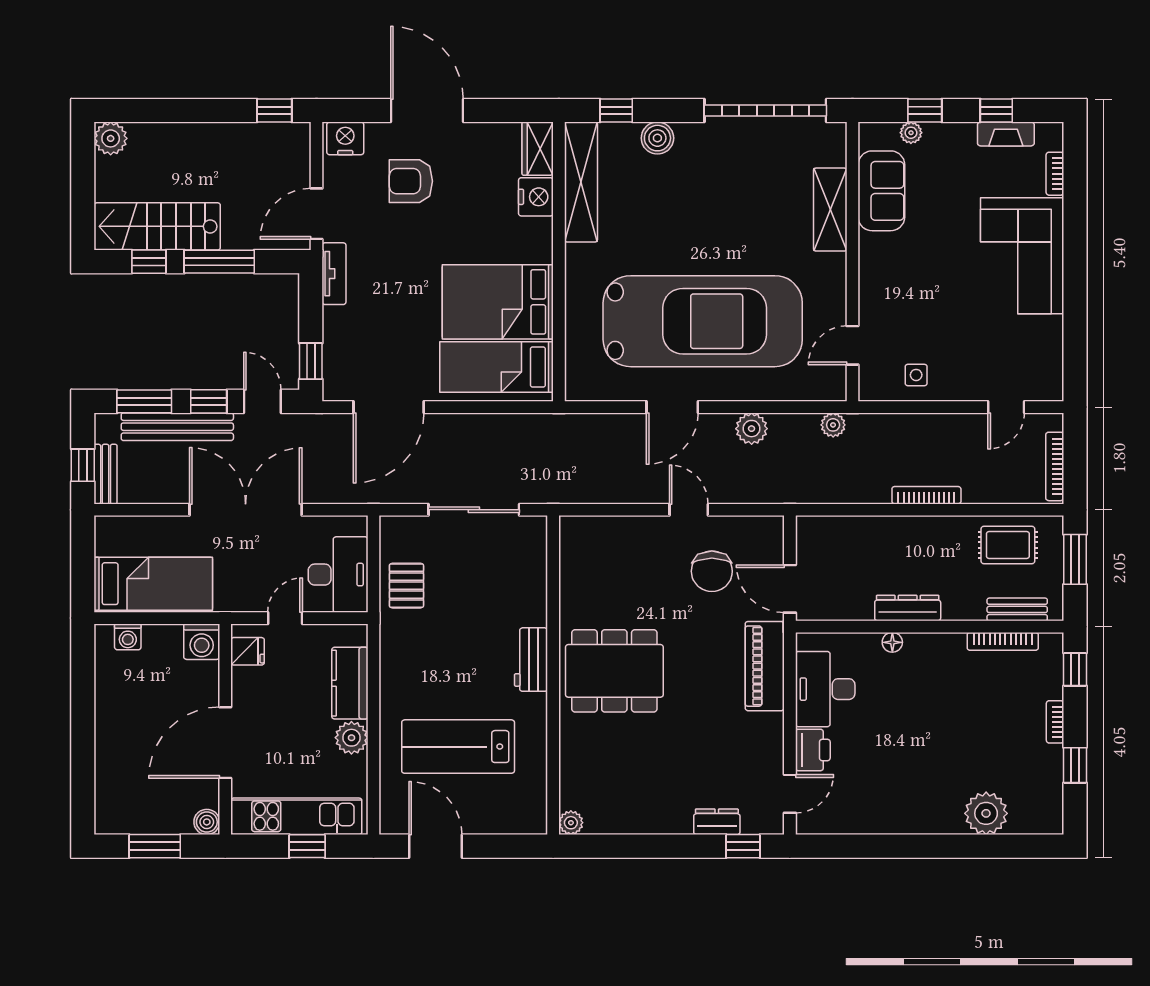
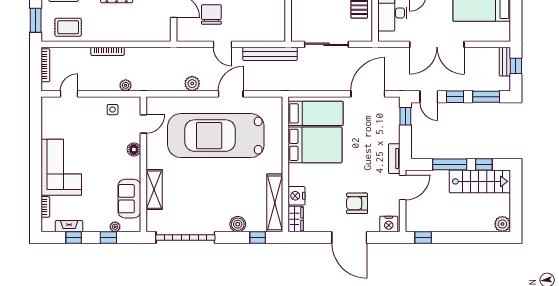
armchair: (411, 181) -> (357, 203), turned 180
floor lamp: (872, 292) -> (134, 149), added
plant: (833, 425) -> (126, 85), moved
bench: (177, 427) -> (270, 54), moved

